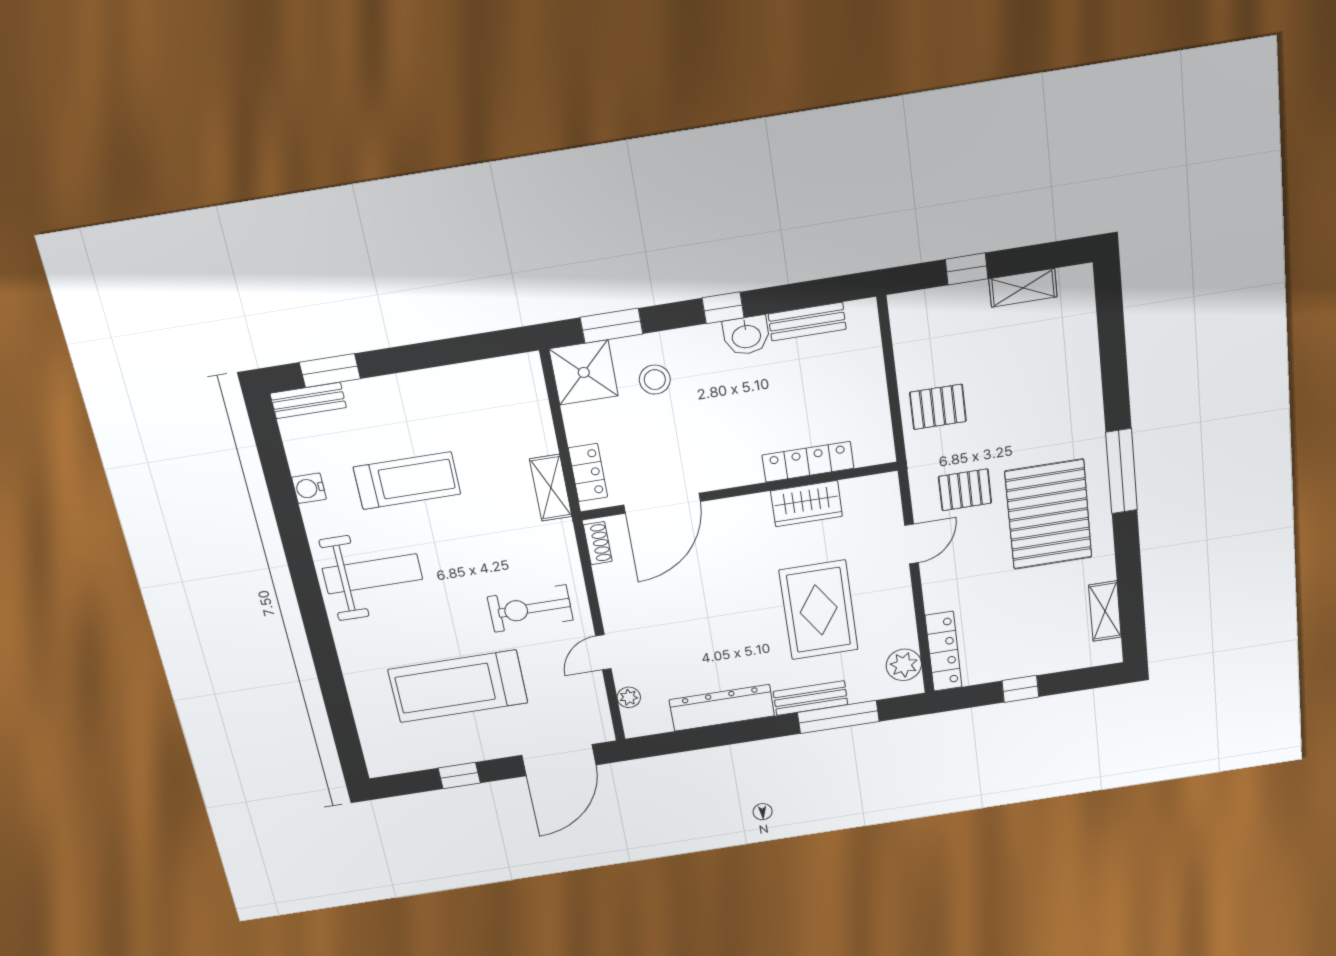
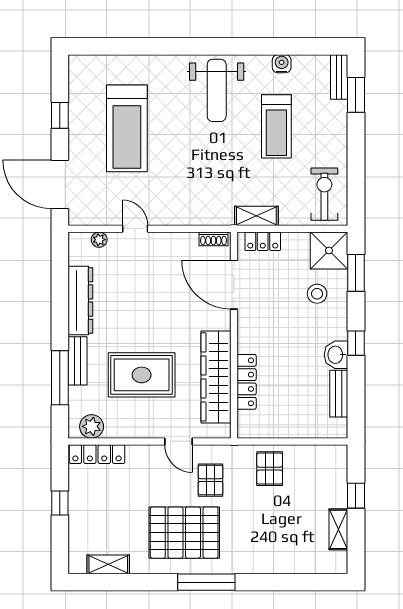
wardrobe: (806, 504) -> (216, 377), width x2.10, depth x1.17
exercise bike: (530, 609) -> (324, 194), moved
treadmill: (458, 686) -> (127, 128), turned 180

